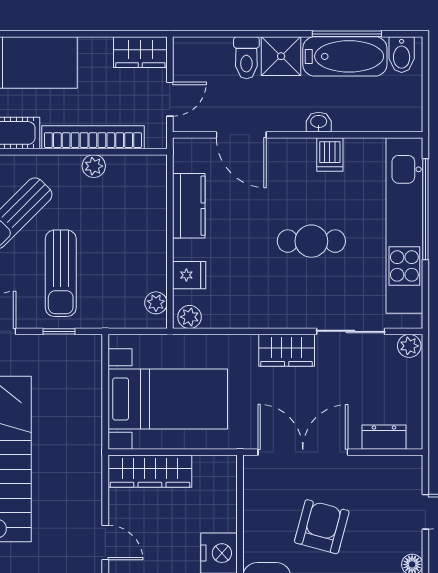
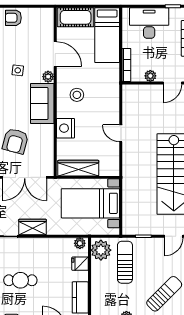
sun lounger: (61, 273) -> (125, 262), moved
plant: (156, 303) -> (101, 250), width x1.87, depth x1.87
wardrobe: (150, 471) -> (78, 168), moved

